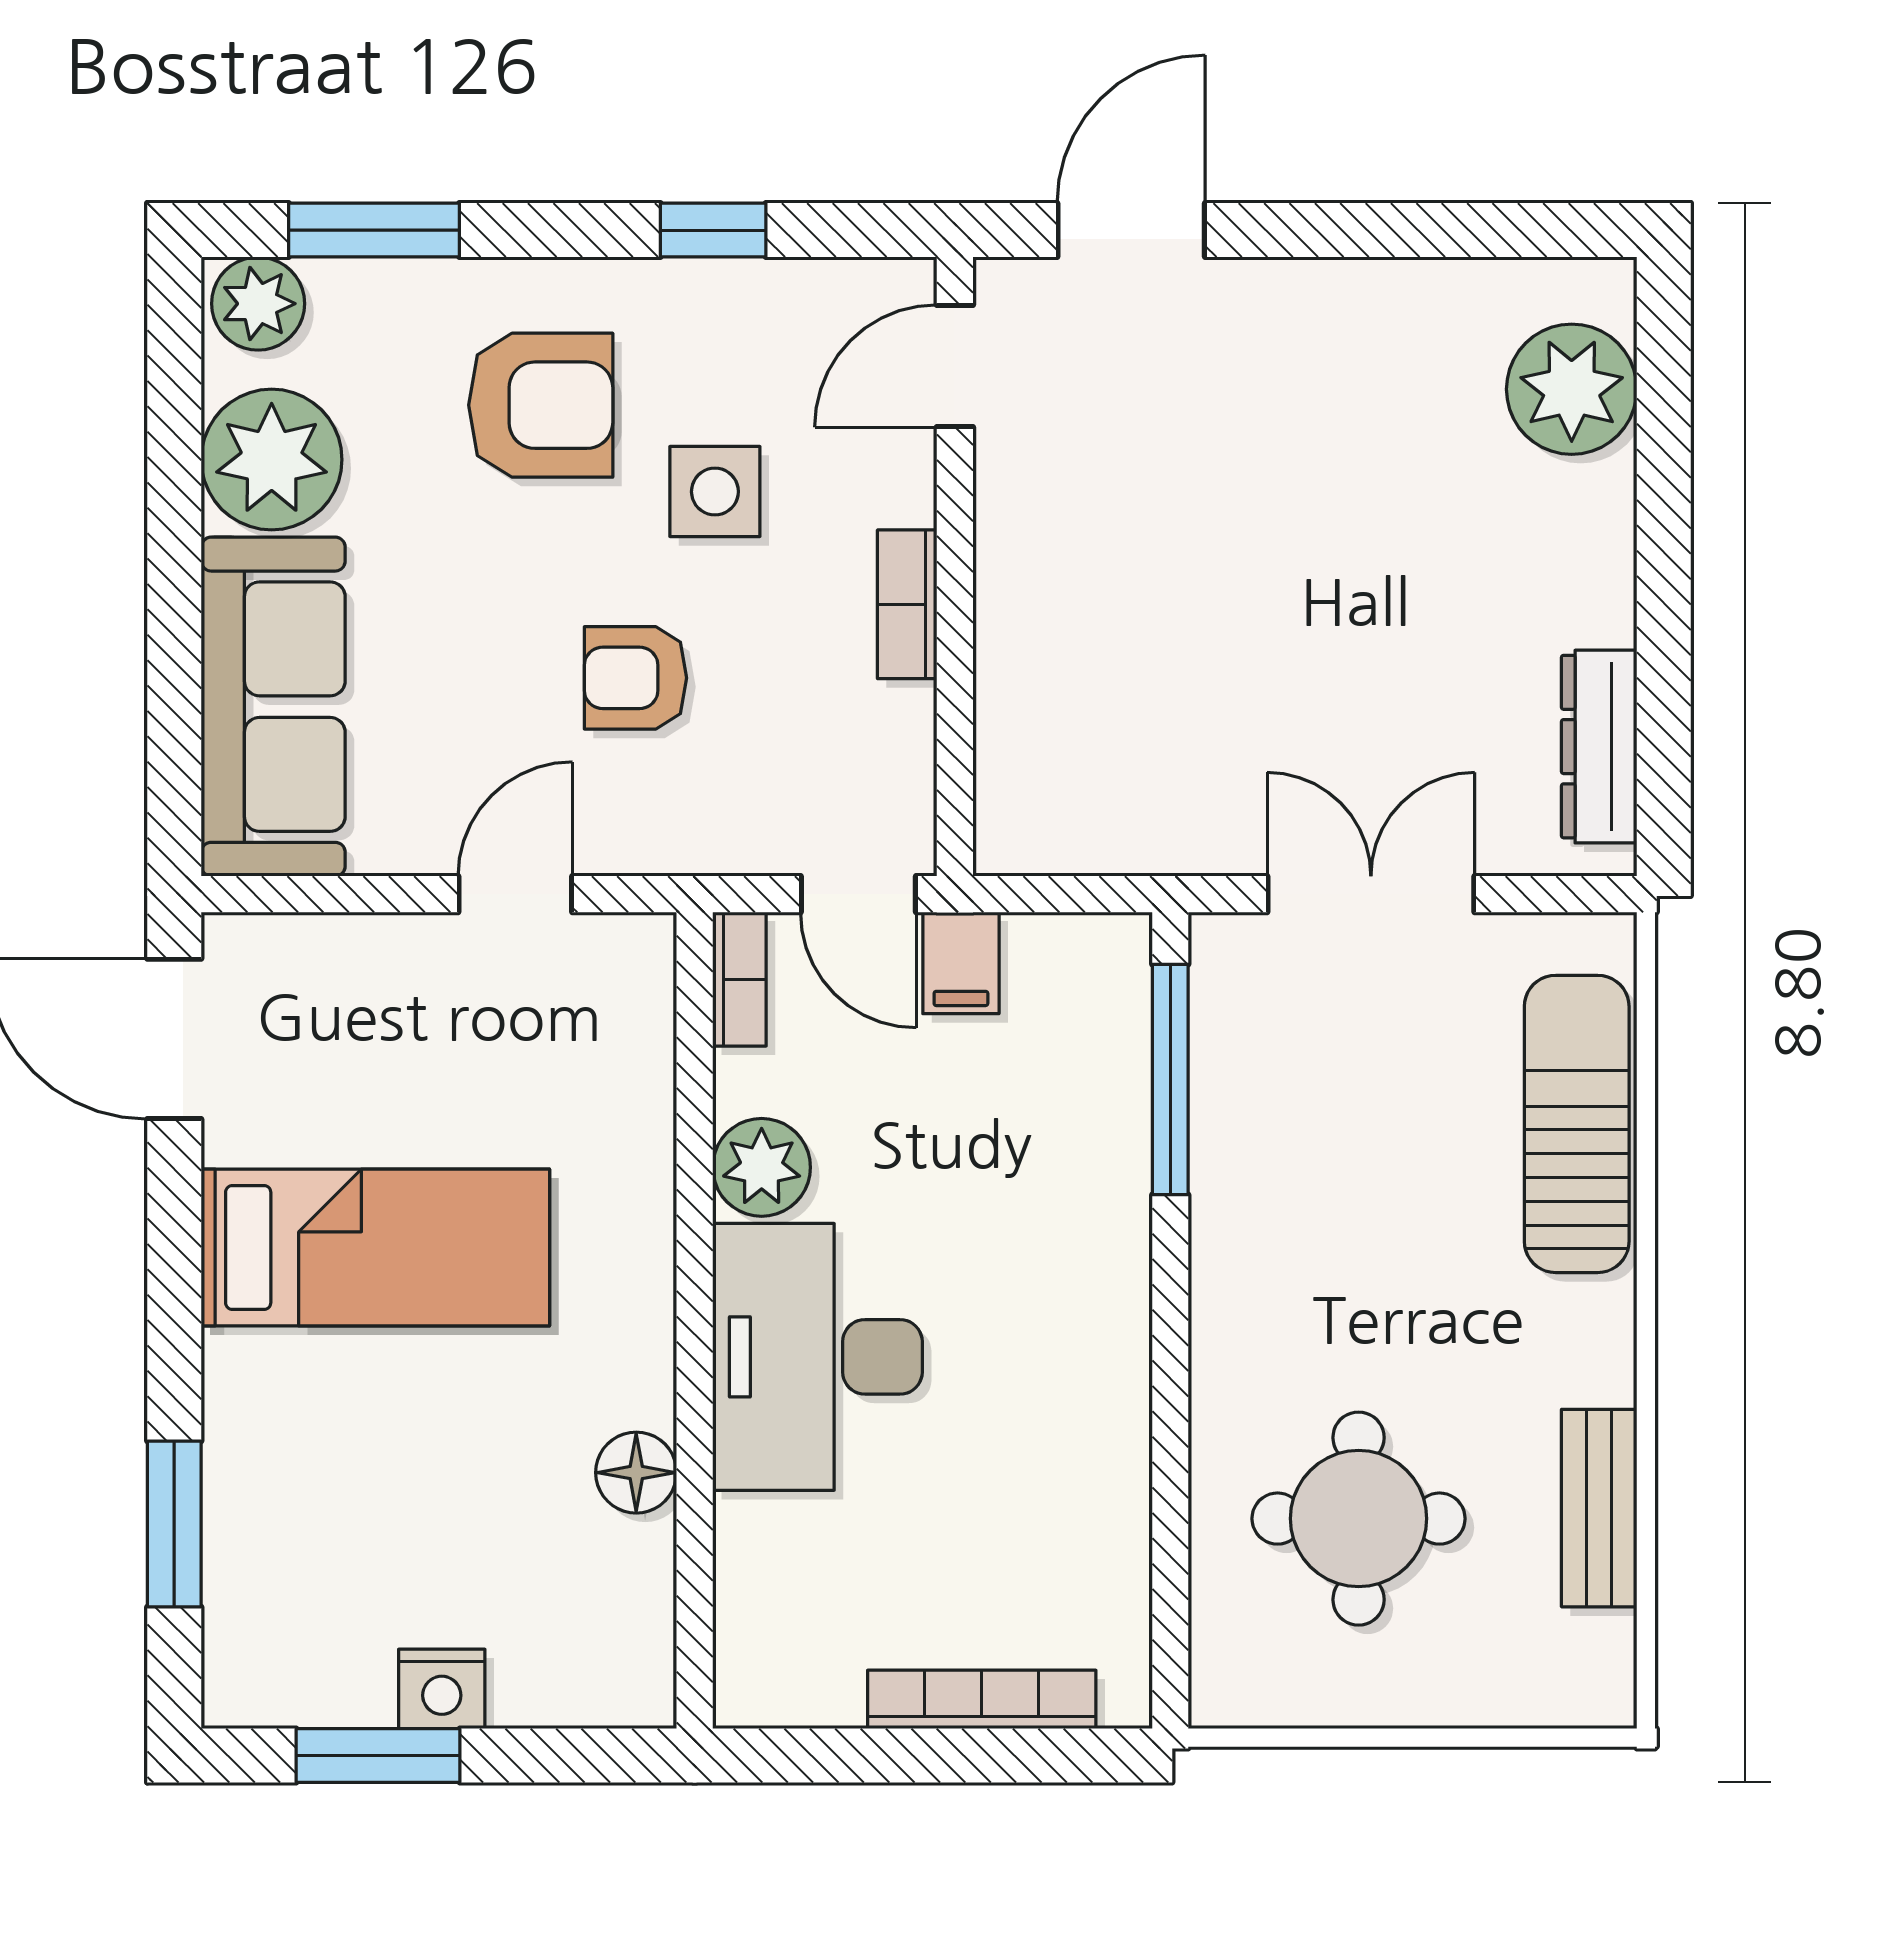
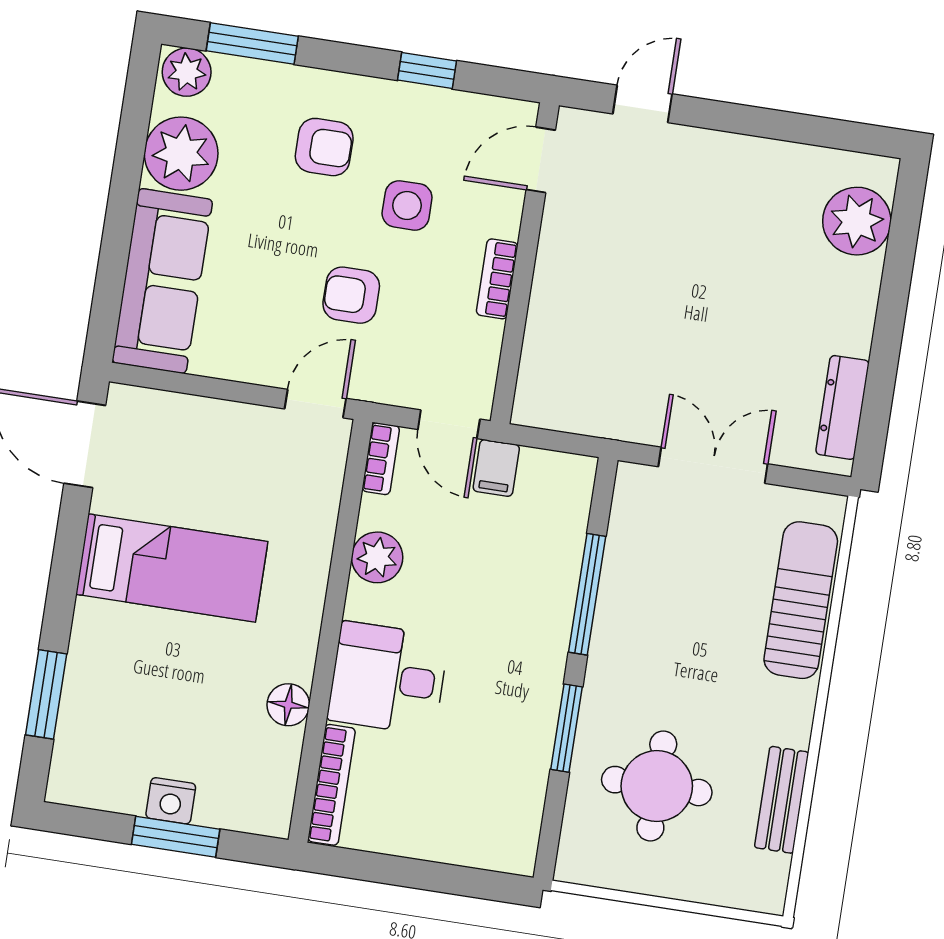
door: (1131, 230) -> (642, 104), width x0.73
armchair: (541, 405) -> (324, 147), width x0.72, depth x0.72
door: (515, 894) -> (315, 404), moved
window: (1170, 1080) -> (587, 594), moved
desk: (817, 1357) -> (388, 678), width x0.73
window: (1170, 1435) -> (566, 728), added
bookcase: (982, 1699) -> (332, 785), moved, turned 90
window: (378, 1756) -> (176, 837), moved

